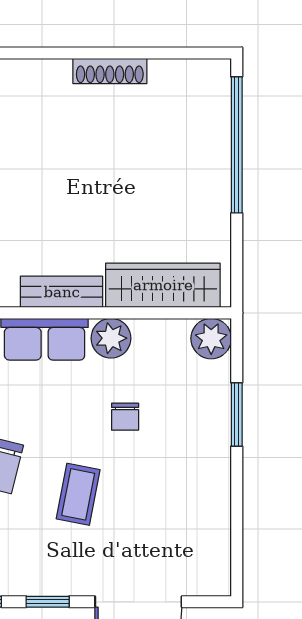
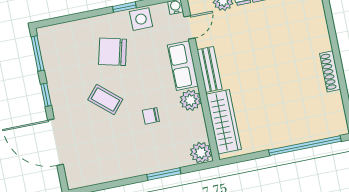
coffee table: (78, 494) -> (105, 100), turned 30

